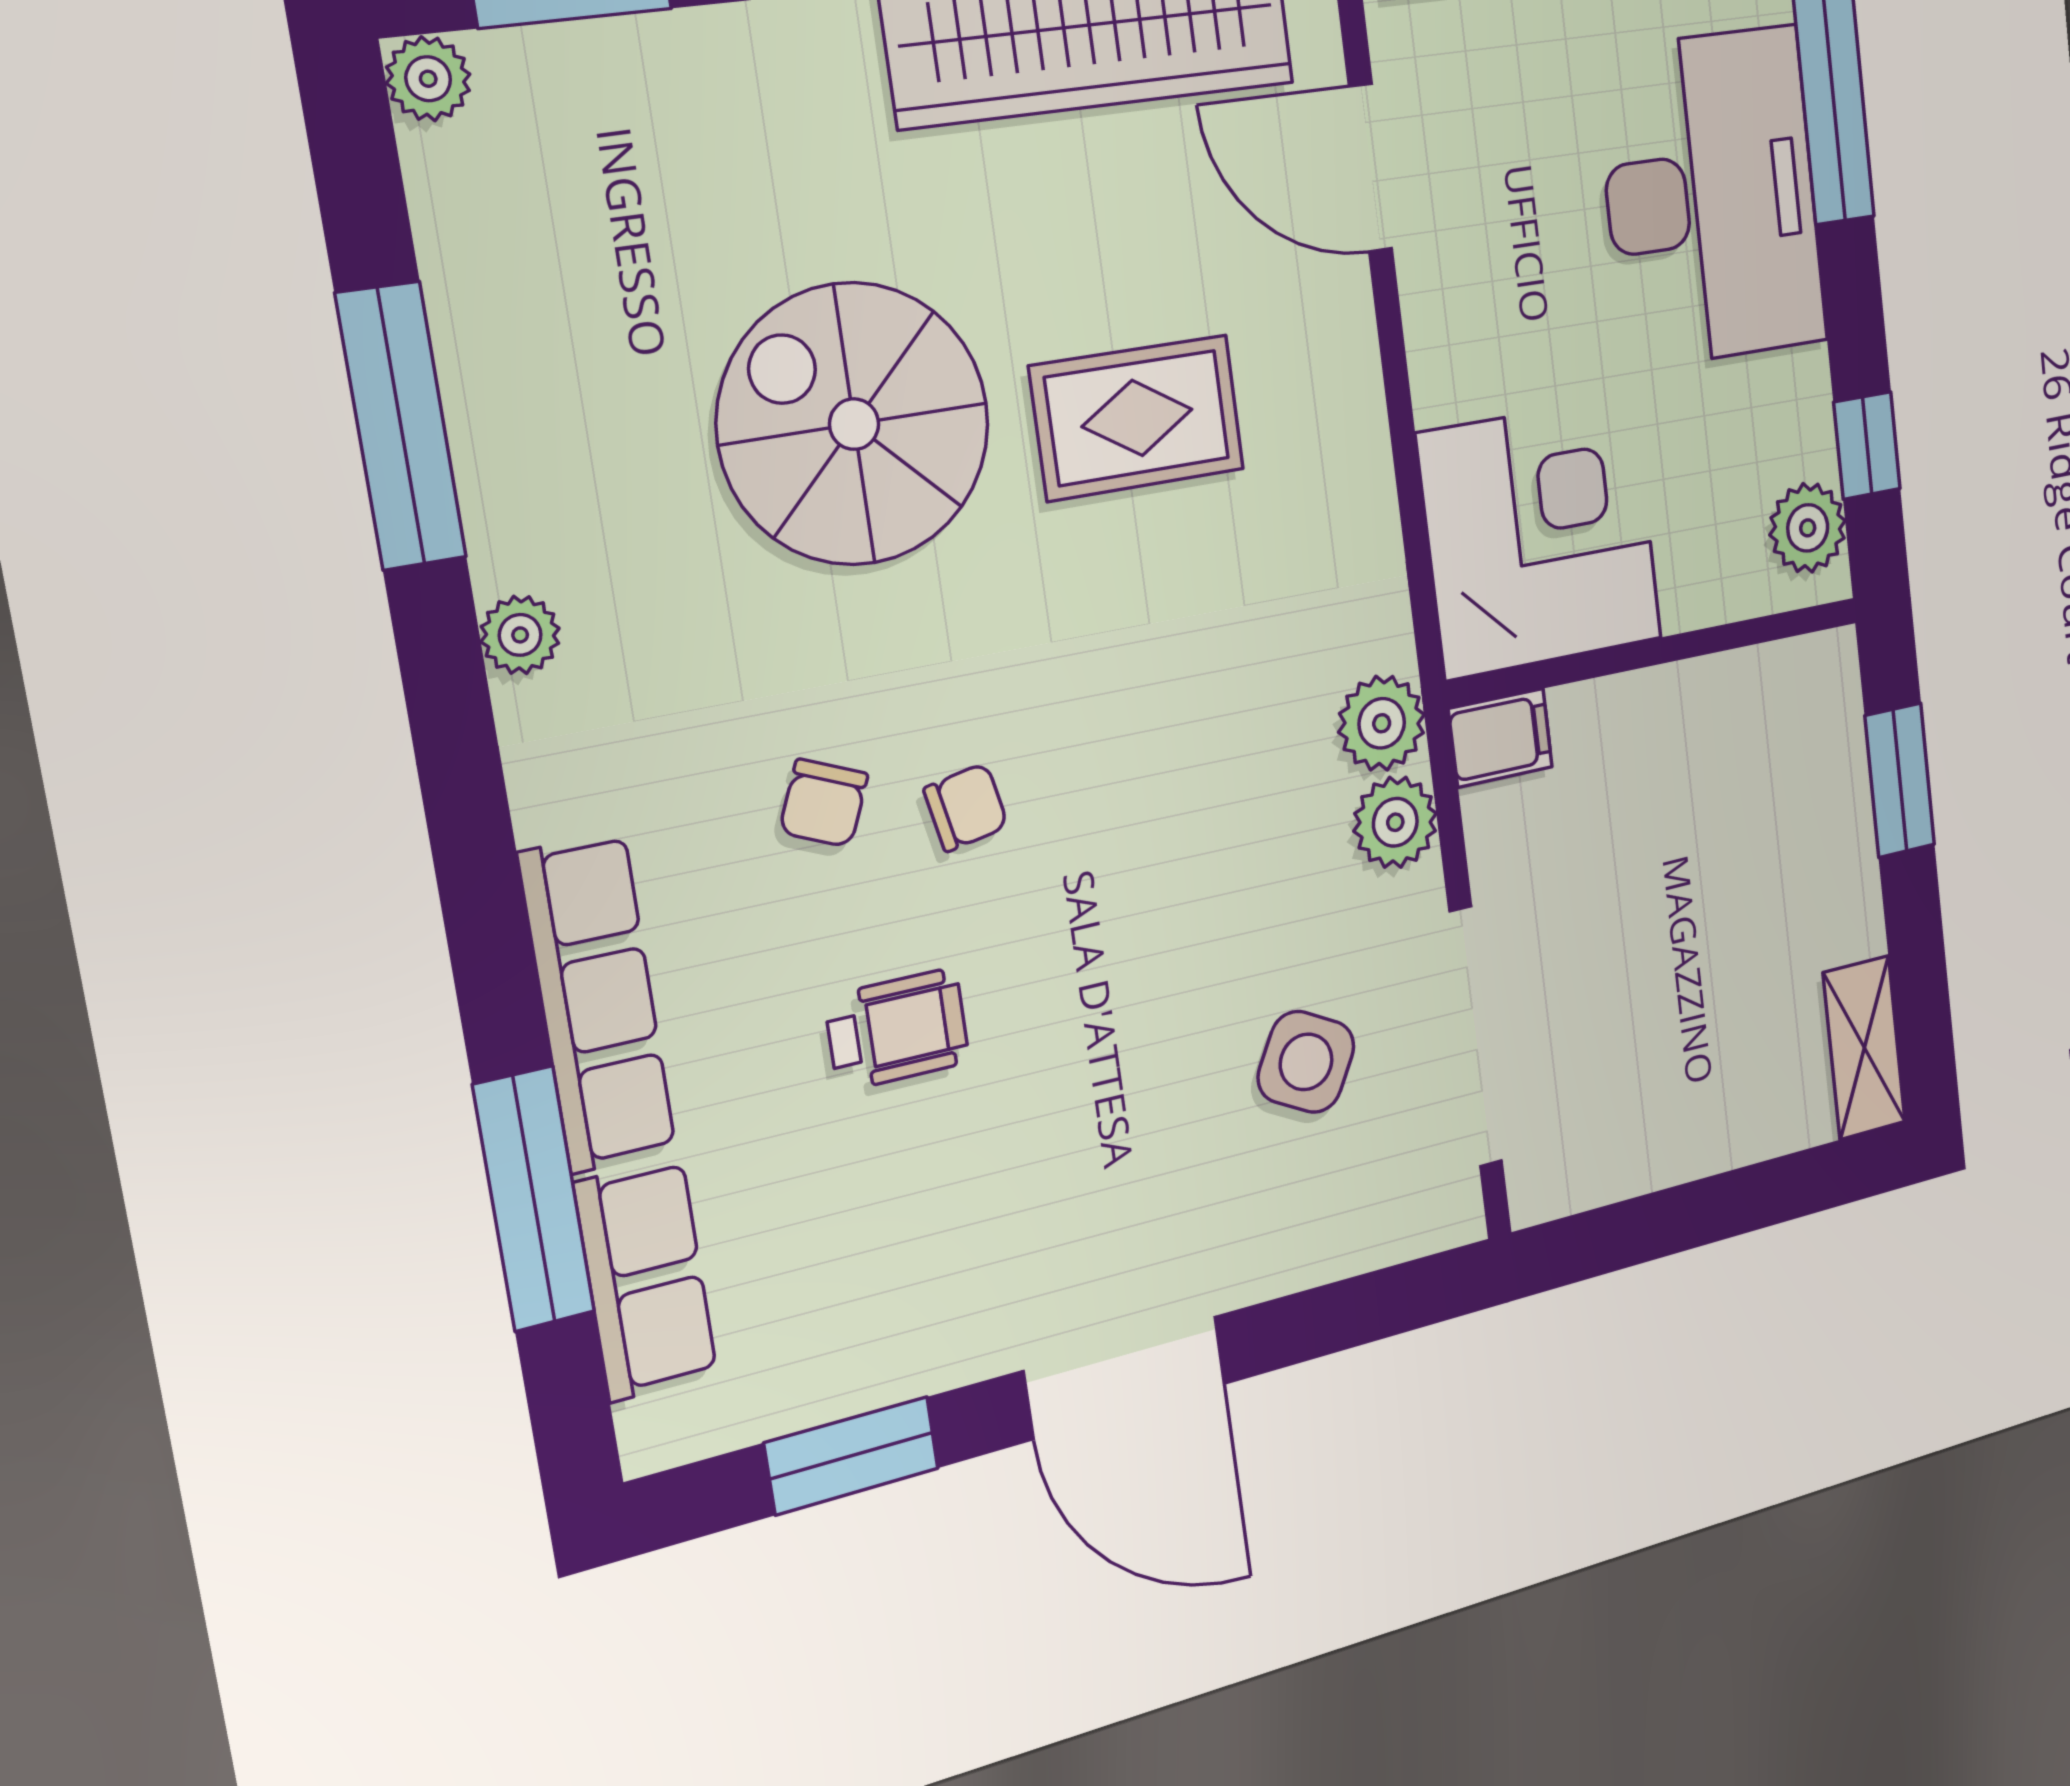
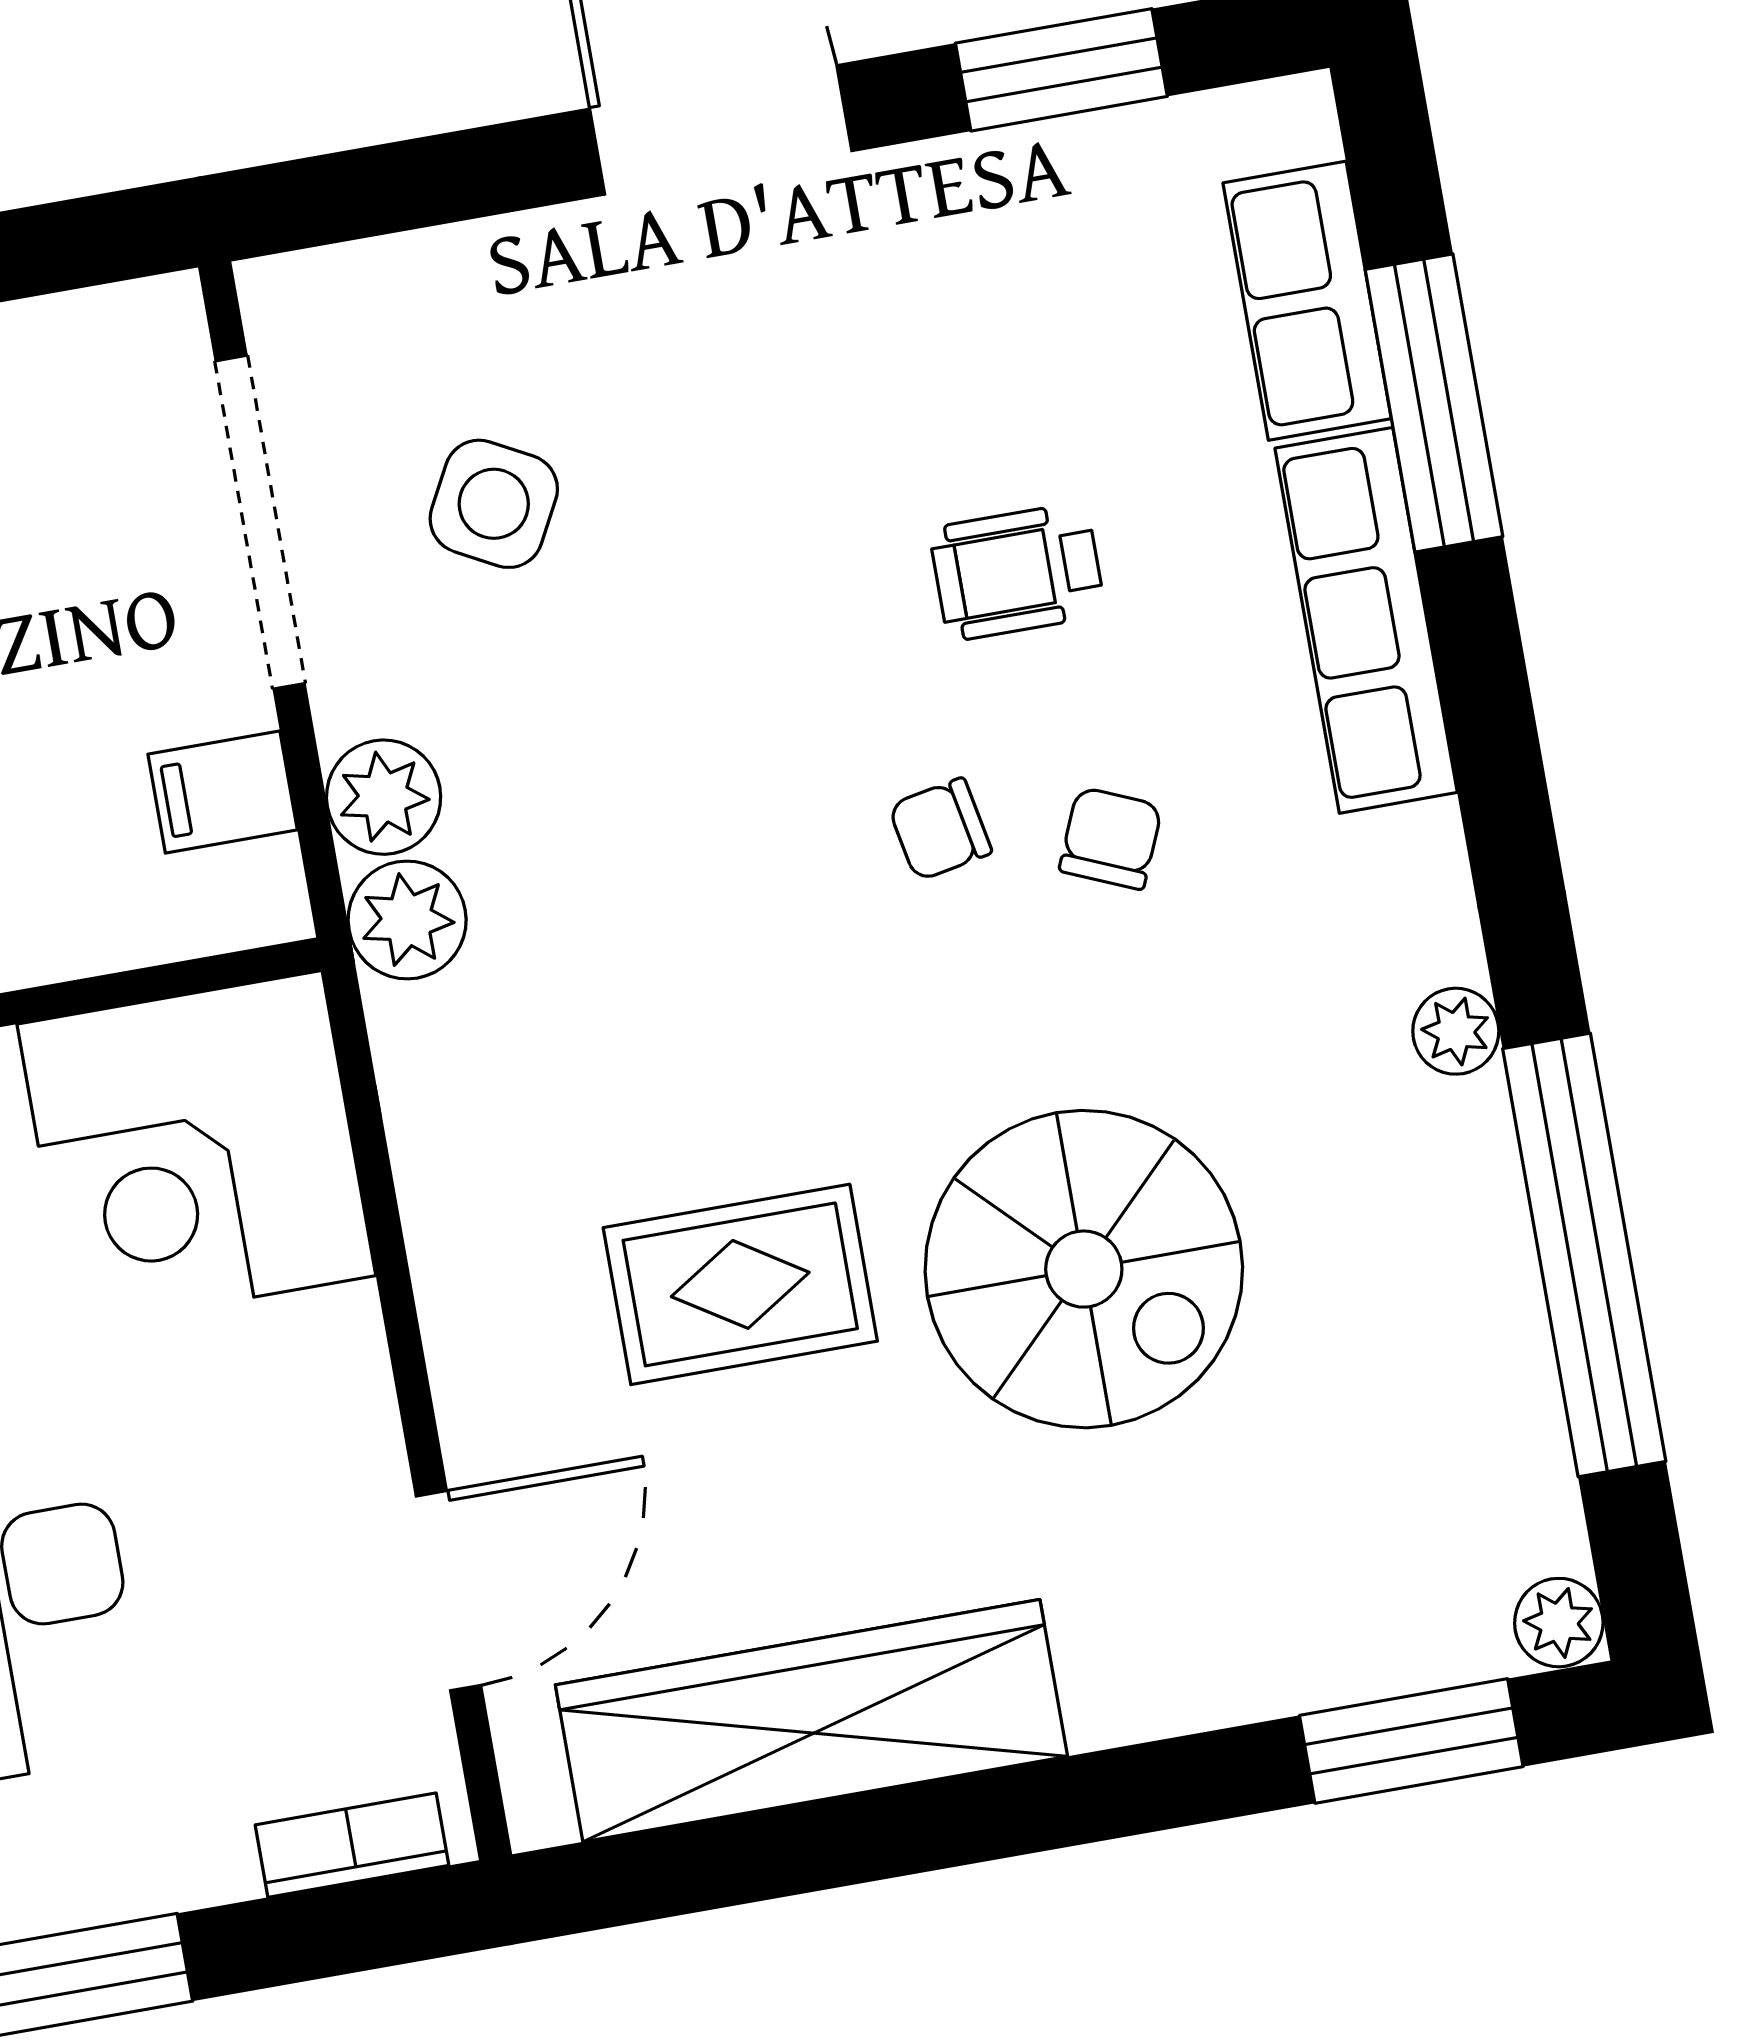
door: (1370, 168) -> (449, 1591), hinge flipped
window: (401, 426) -> (1584, 1255), width x1.46
filing cabinet: (1501, 738) -> (223, 792), moved

